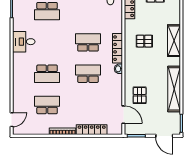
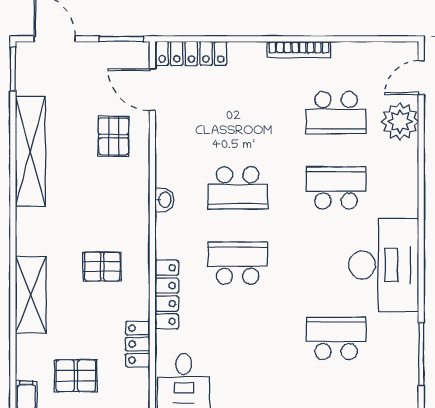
shelving: (174, 41) -> (31, 295), moved
desk: (24, 42) -> (384, 265), width x1.87, depth x1.30
school desk: (88, 42) -> (238, 263), turned 180
locker: (117, 48) -> (167, 295), moved
plant: (20, 101) -> (400, 121), added
locker: (92, 130) -> (191, 53), moved

